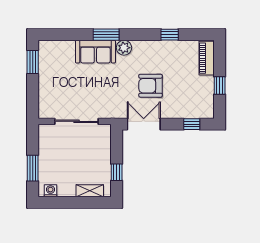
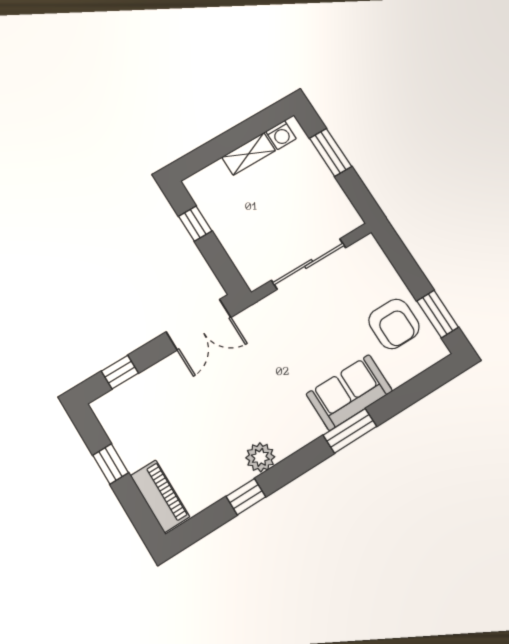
plant: (124, 48) -> (260, 457), moved
armchair: (151, 86) -> (394, 324), moved, turned 90
shelving: (90, 191) -> (249, 154), moved

